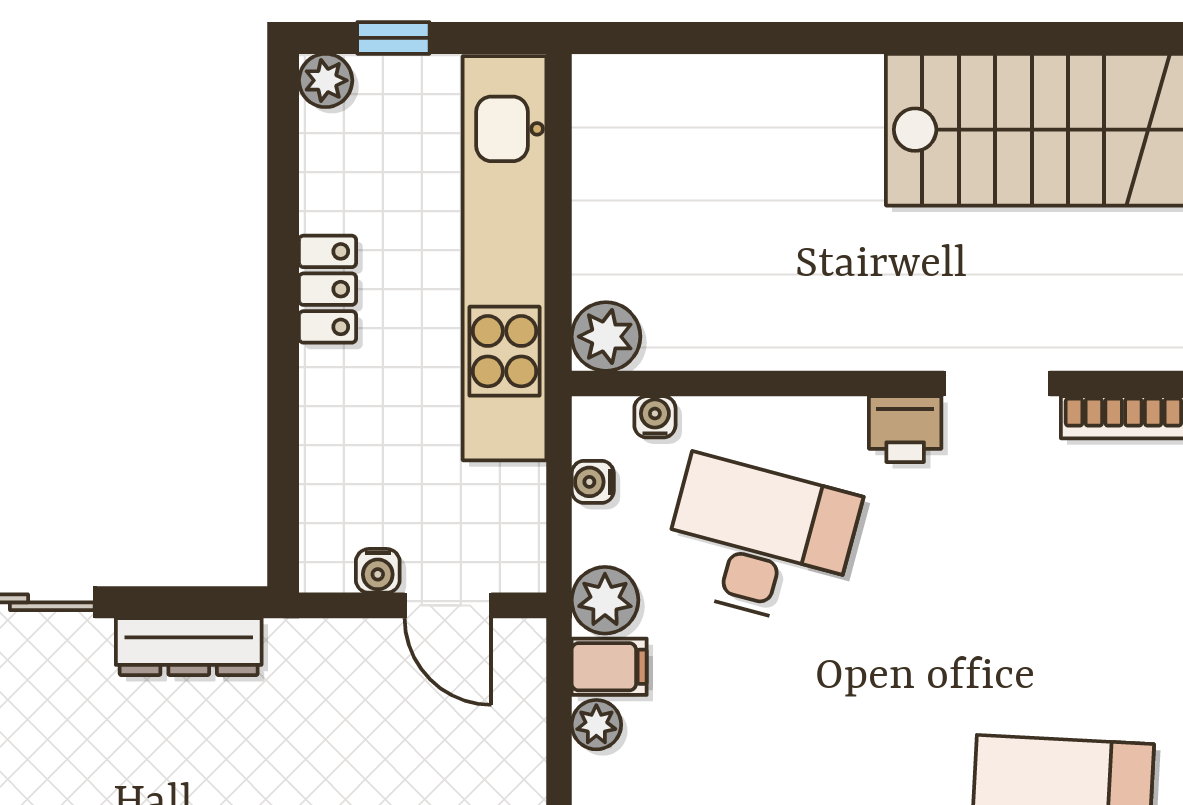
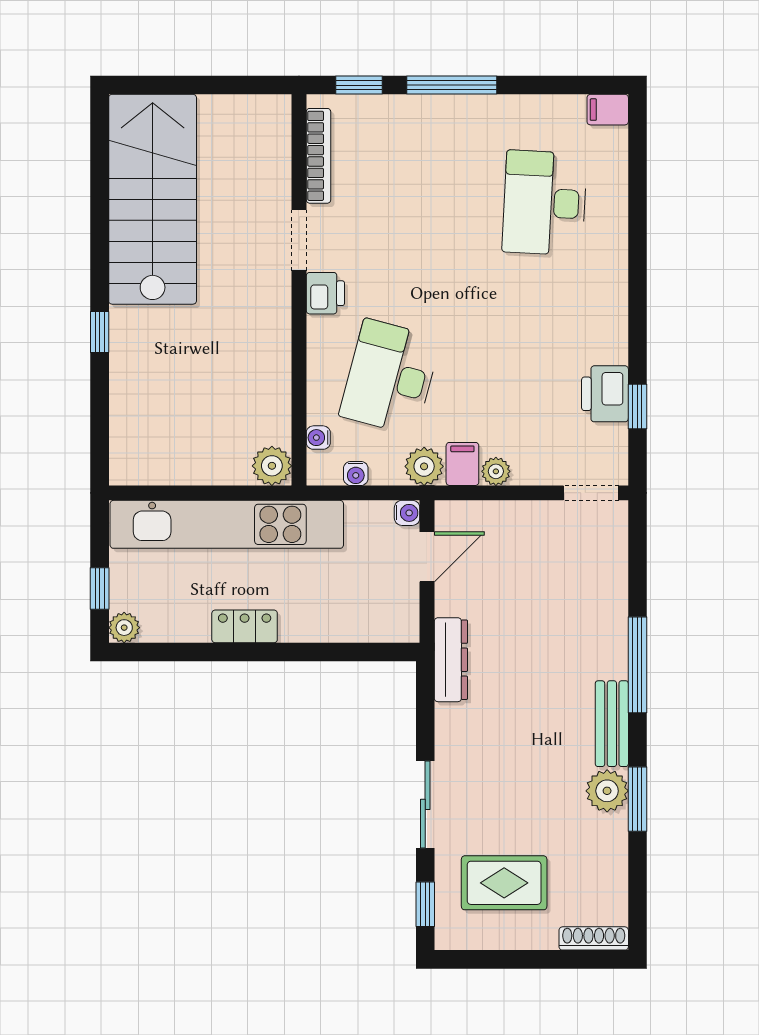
window: (838, 38) -> (100, 332), added
water cooler: (378, 571) -> (407, 513), moved
dresser: (189, 647) -> (451, 660), moved

